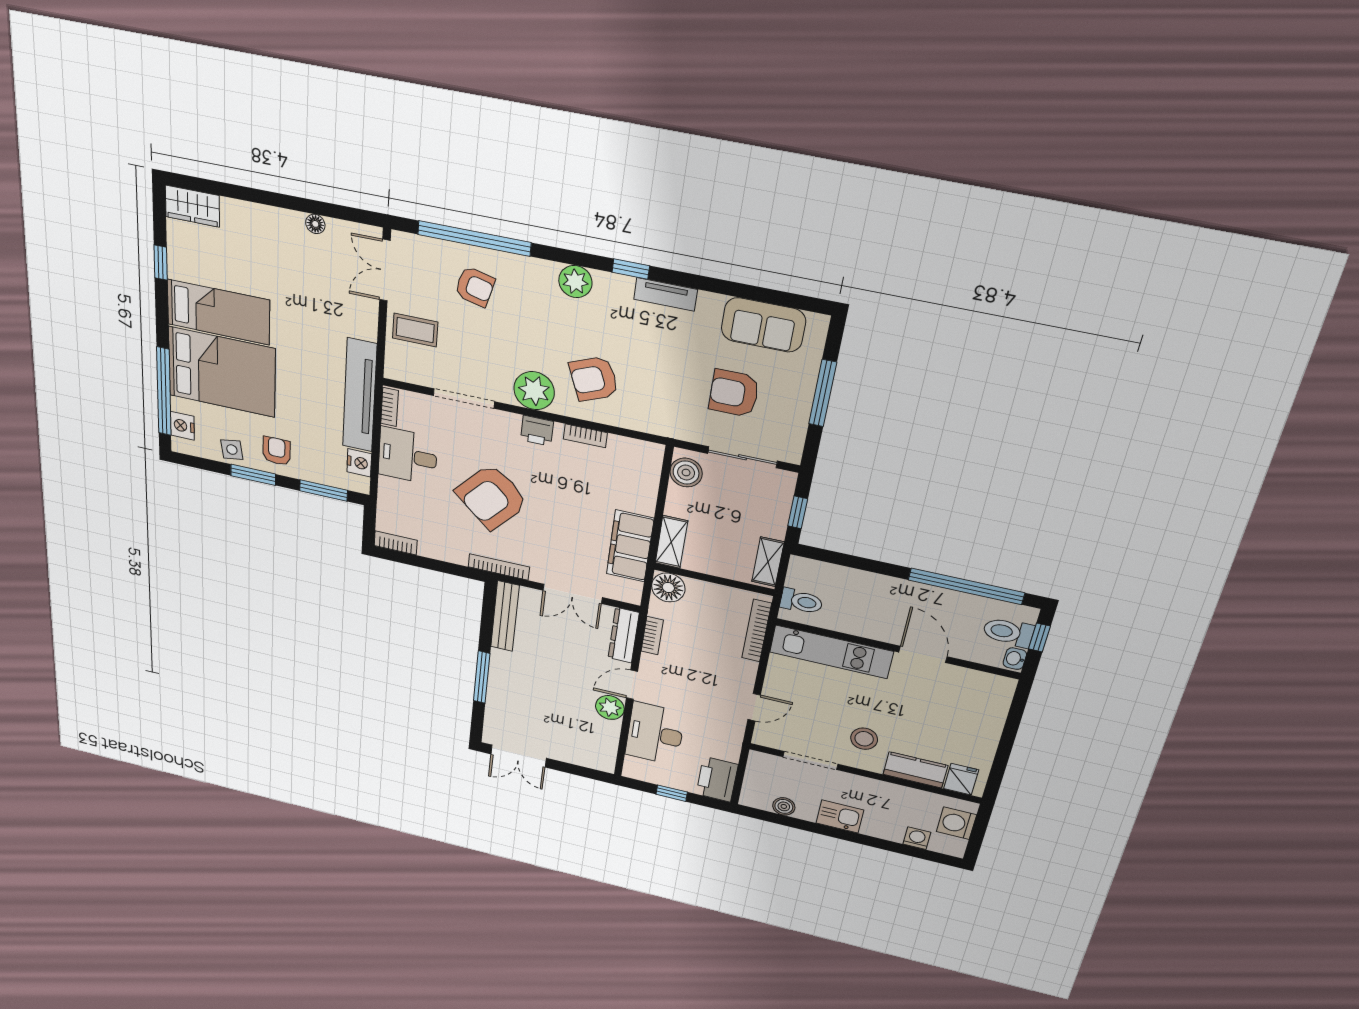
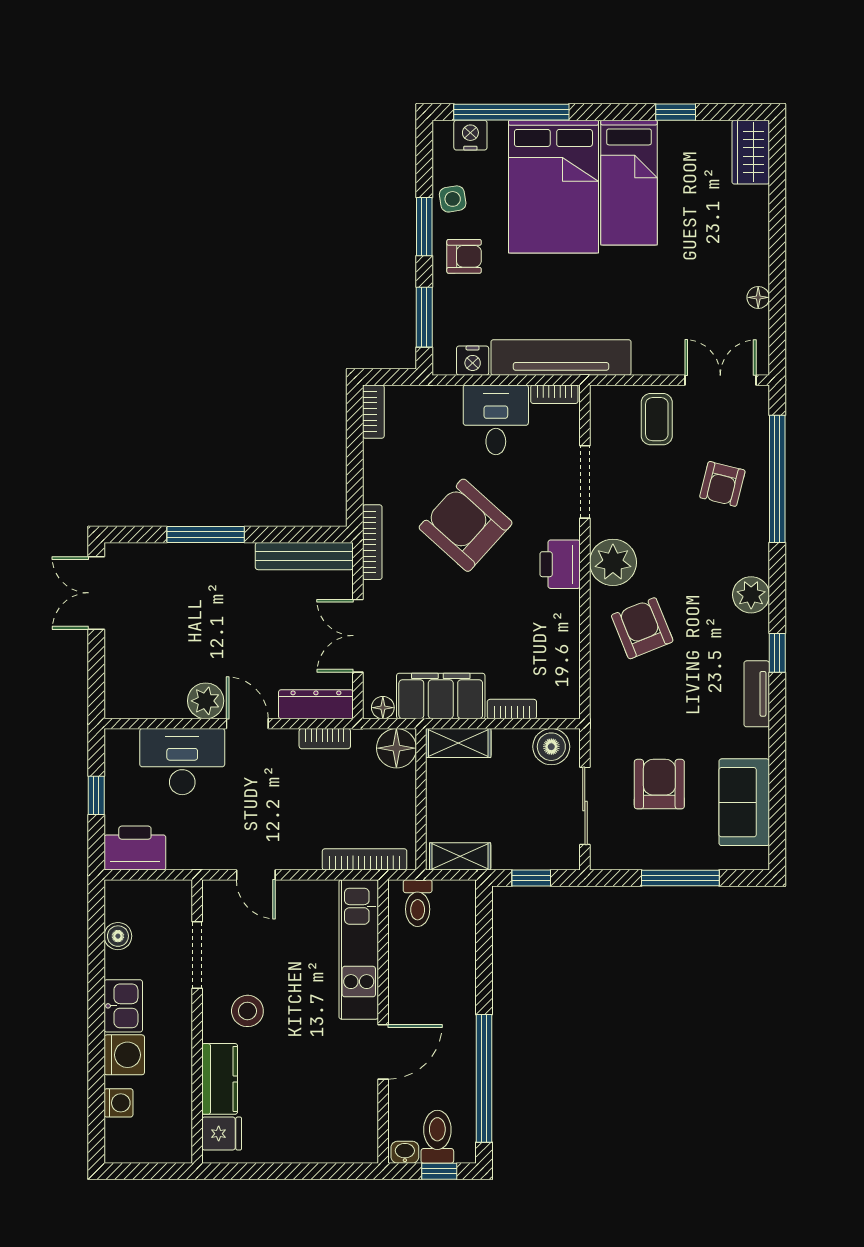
printer: (537, 431) -> (560, 564), width x1.36, depth x1.24
bookcase: (585, 436) -> (512, 709), moved, turned 90
floor lamp: (633, 590) -> (383, 708), added
washing machine: (956, 823) -> (124, 1055), moved, turned 90

